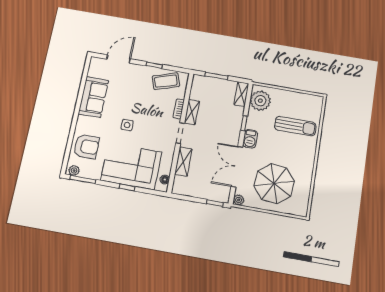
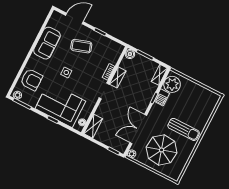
boiler: (198, 80) -> (130, 54), added
coffee table: (166, 81) -> (81, 46), moved
sun lounger: (295, 126) -> (184, 129), moved
barbecue: (250, 139) -> (162, 97), moved
shelving: (183, 162) -> (93, 126), moved

